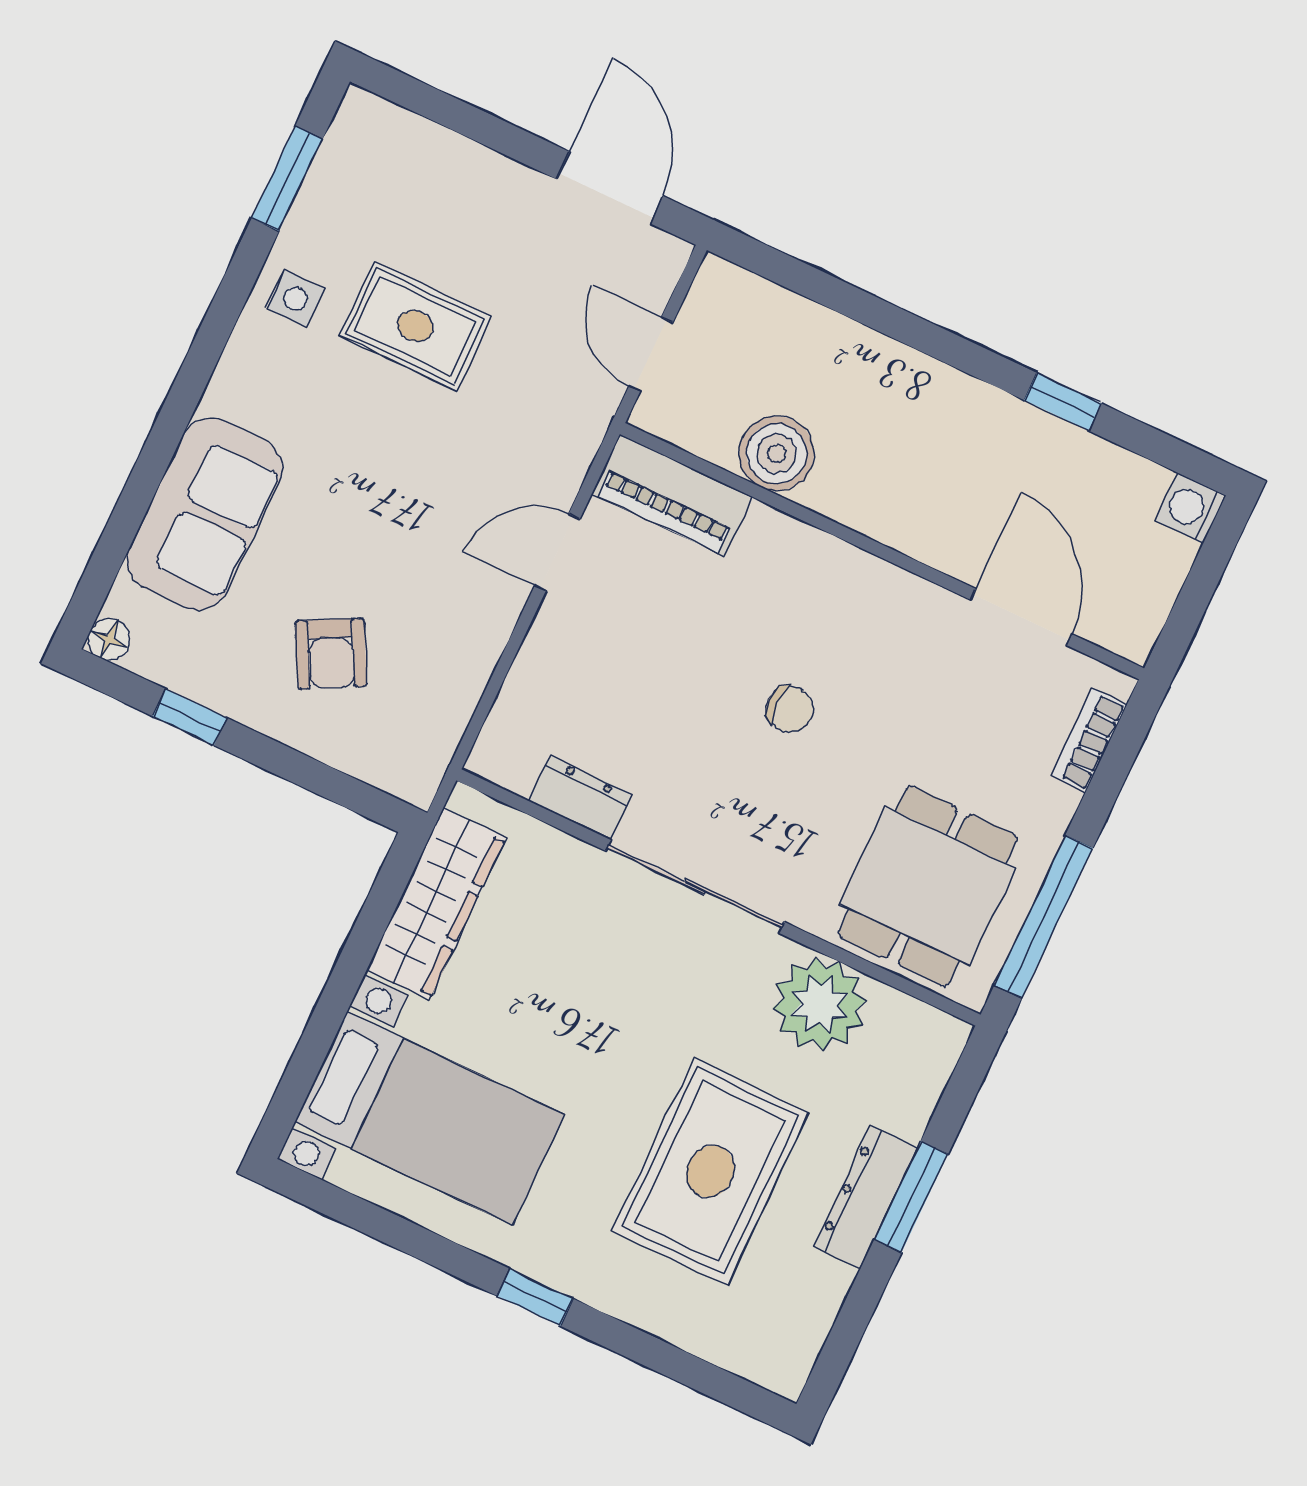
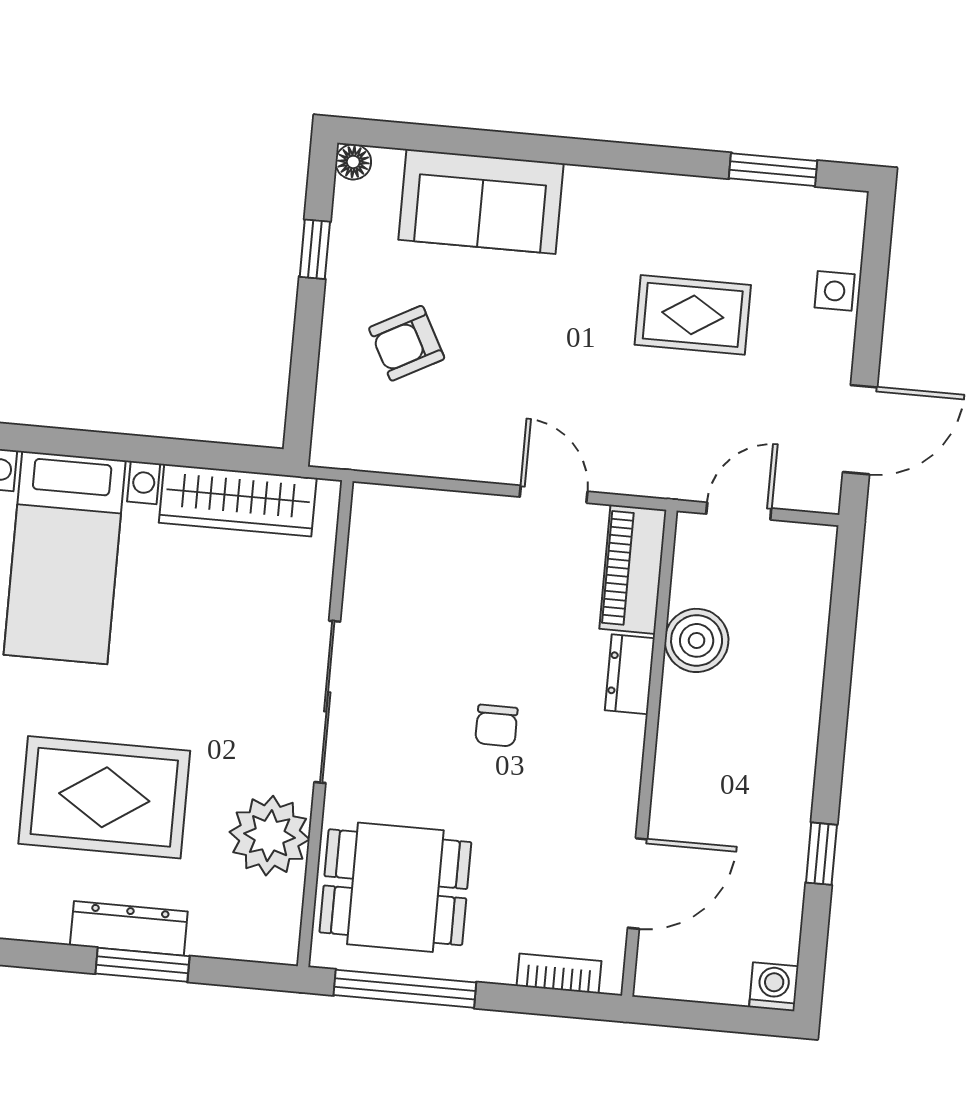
side table: (295, 299) -> (835, 291), moved
rug: (415, 326) -> (693, 315), turned 90
dresser: (580, 798) -> (630, 674), moved, turned 180

